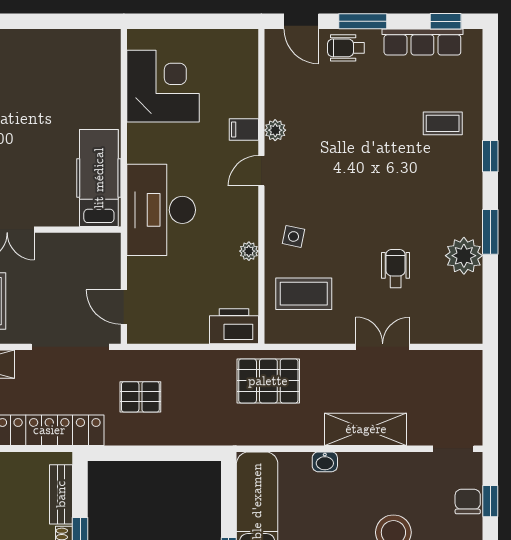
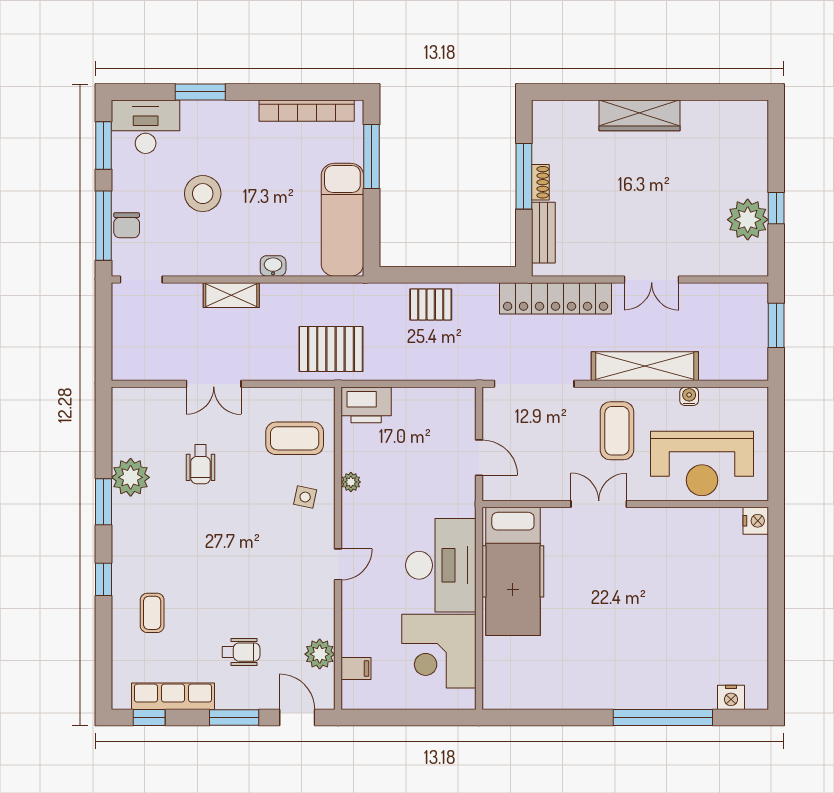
wheelchair: (346, 48) -> (241, 652), moved
coffee table: (443, 123) -> (152, 613), turned 90
filing cabinet: (244, 129) -> (356, 669), moved
plant: (275, 130) -> (320, 654), moved, width x1.38, depth x1.38
hospital bed: (99, 178) -> (513, 571), width x1.37, depth x1.29
desk: (161, 210) -> (441, 565), moved
door: (124, 307) -> (479, 458), moved
pallet: (140, 397) -> (431, 304), moved
shelving: (366, 429) -> (231, 295), width x0.67, depth x0.75
window: (490, 501) -> (104, 226), width x2.17

